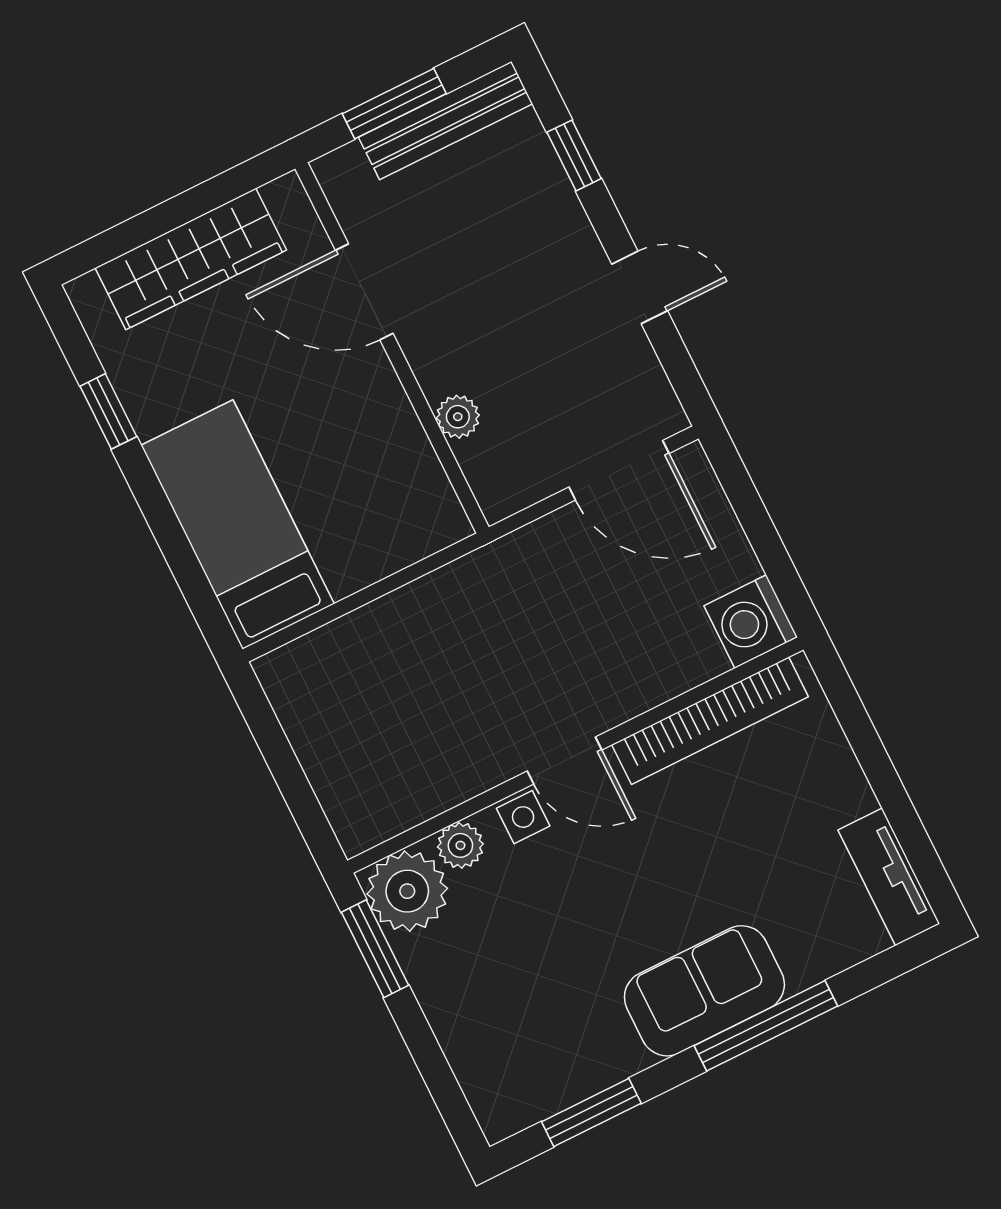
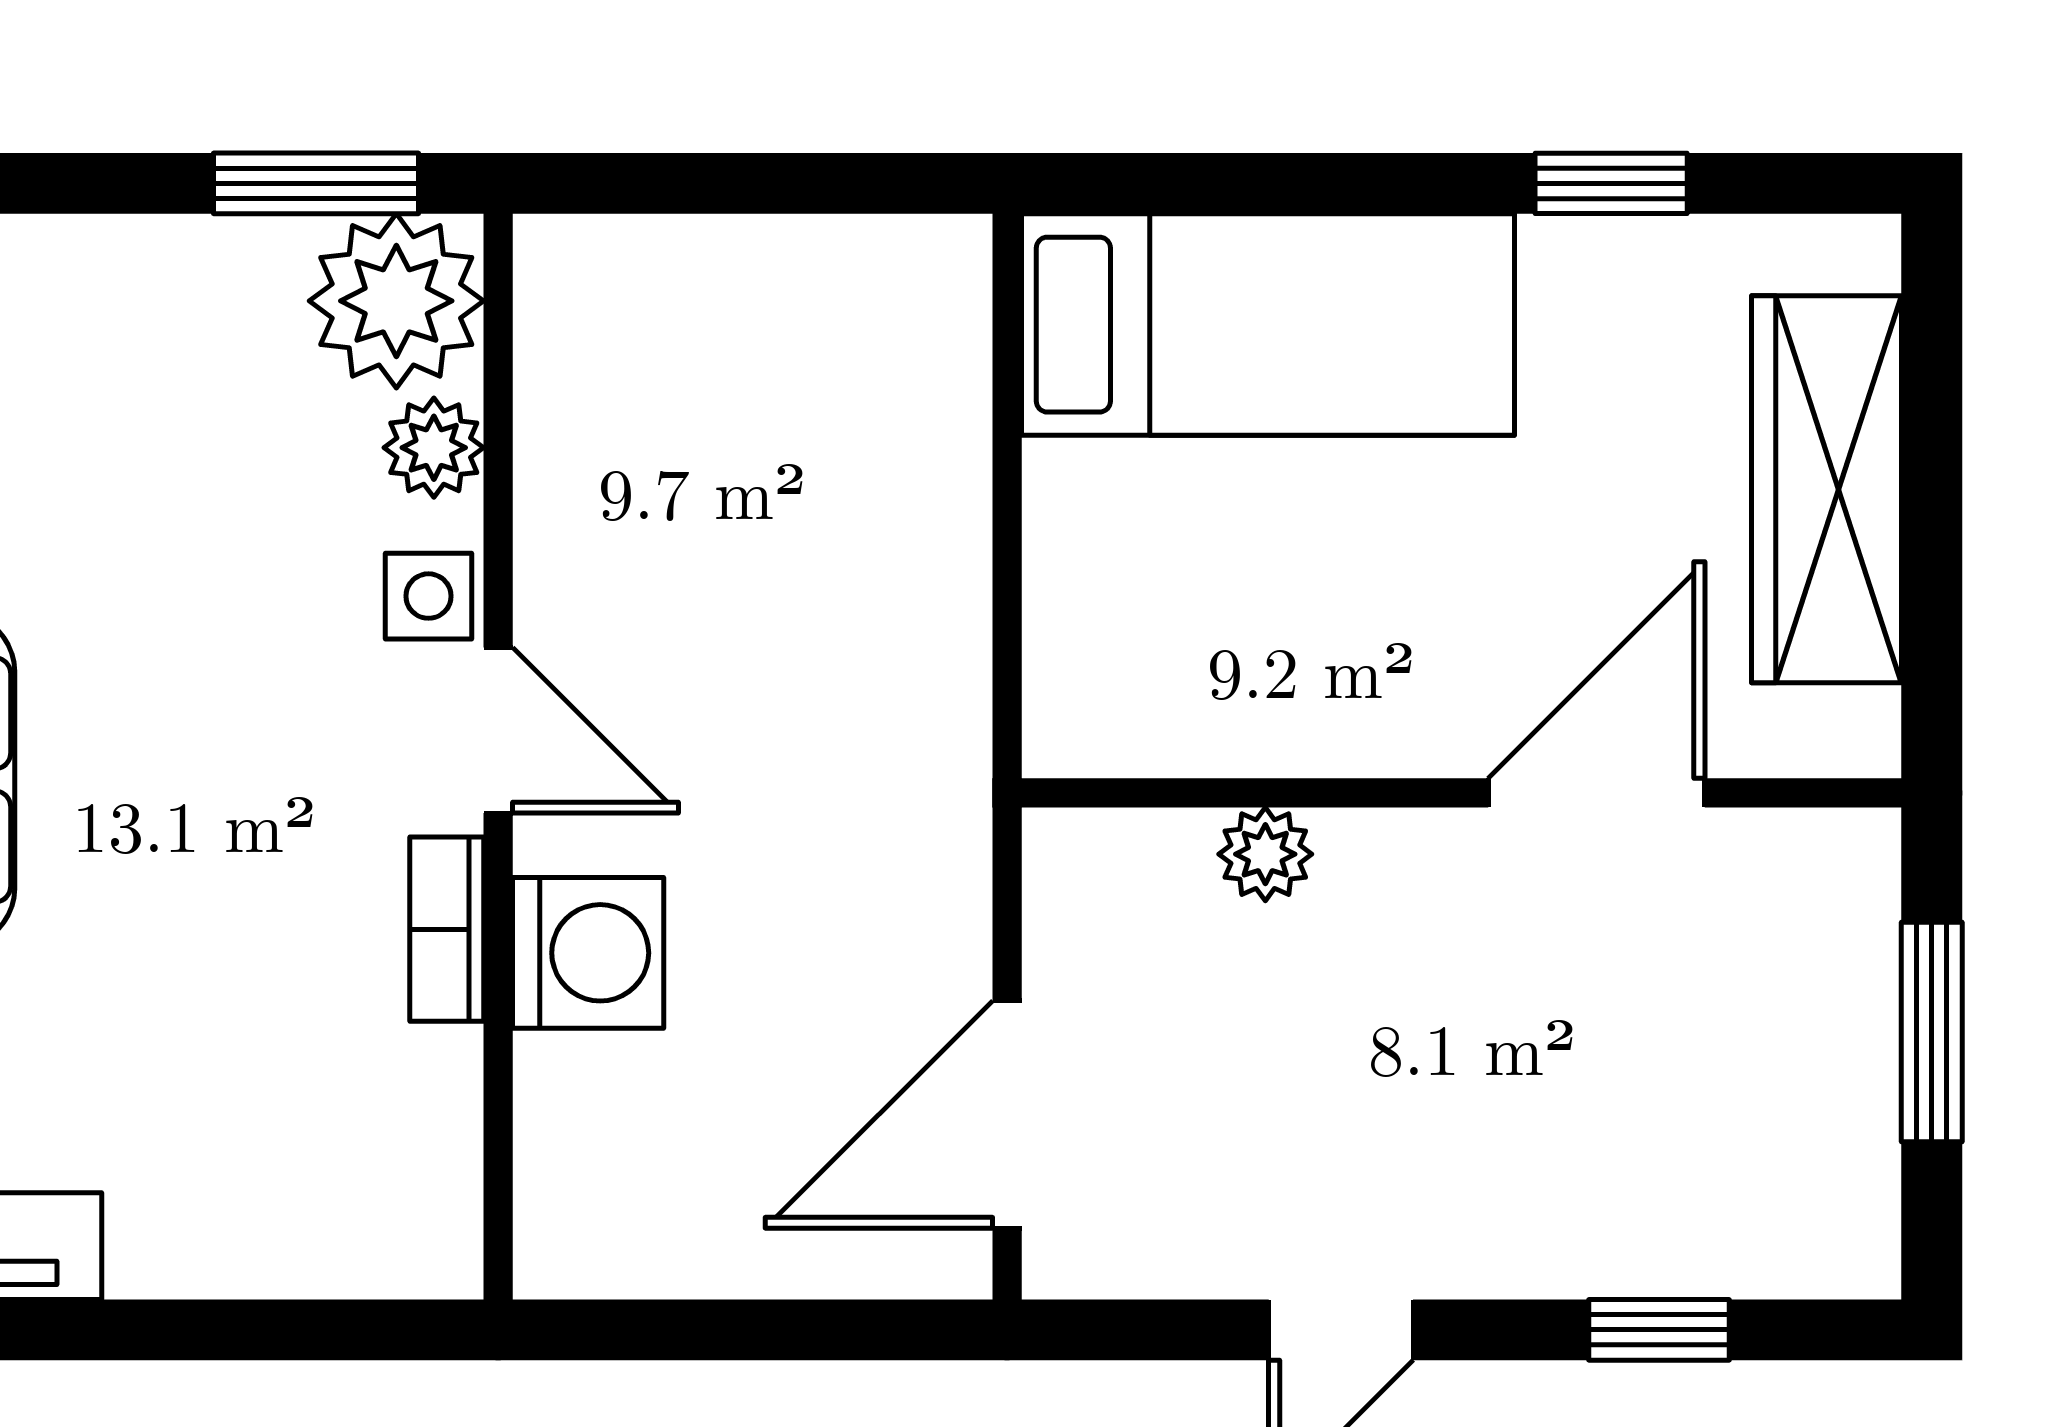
bench: (446, 121) -> (1850, 1115), removed
washing machine: (751, 621) -> (588, 953), moved, turned 90
bookcase: (710, 721) -> (447, 929), width x0.43, depth x0.76
door: (564, 761) -> (498, 730), swing flipped

